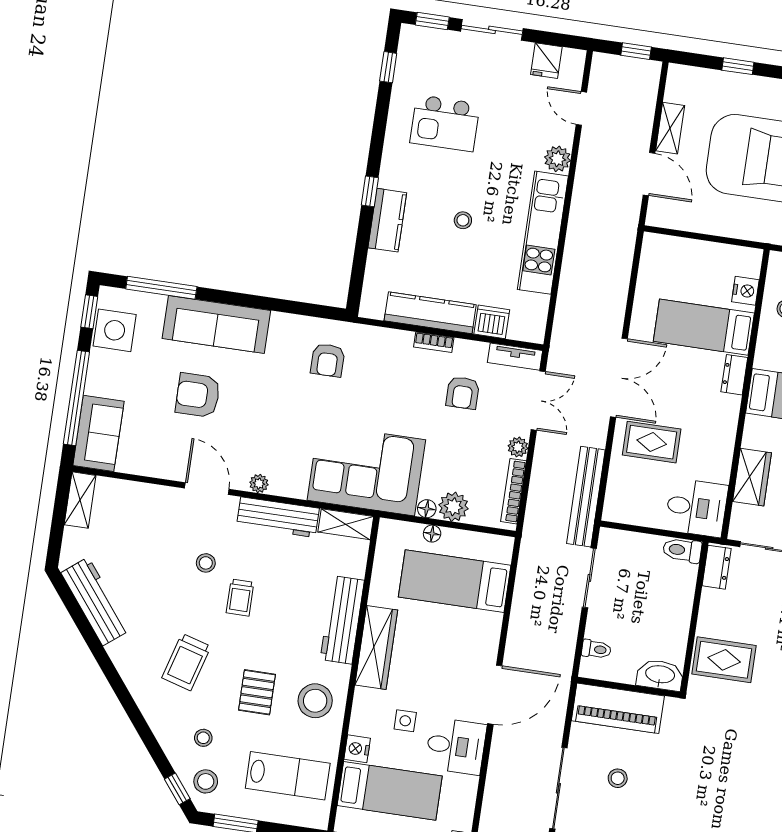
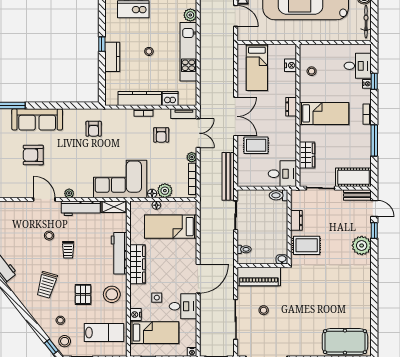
bed: (704, 327) -> (257, 67), moved, turned -90
dresser: (717, 567) -> (296, 220), moved
washbasin: (660, 675) -> (282, 259), width x0.52, depth x0.69

